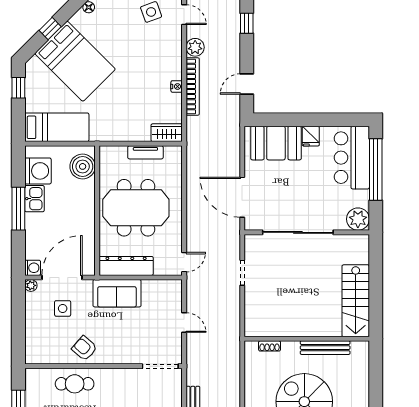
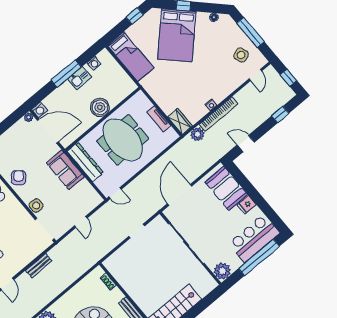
plant: (195, 47) -> (198, 134), moved
boiler: (83, 166) -> (100, 107), moved
washing machine: (38, 171) -> (94, 63), width x0.53, depth x0.53
side table: (63, 308) -> (36, 205), moved

